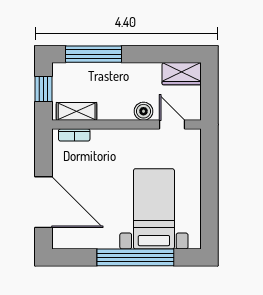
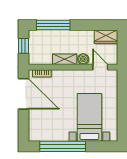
shelving: (77, 111) -> (65, 59), moved
door: (43, 202) -> (23, 94), moved
window: (135, 257) -> (63, 146), moved

